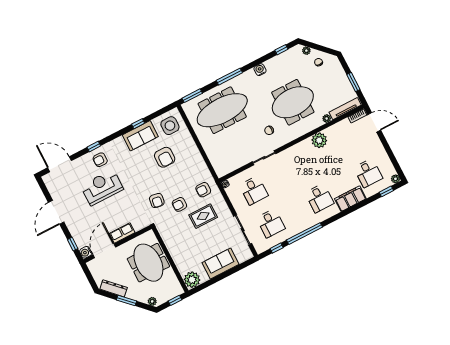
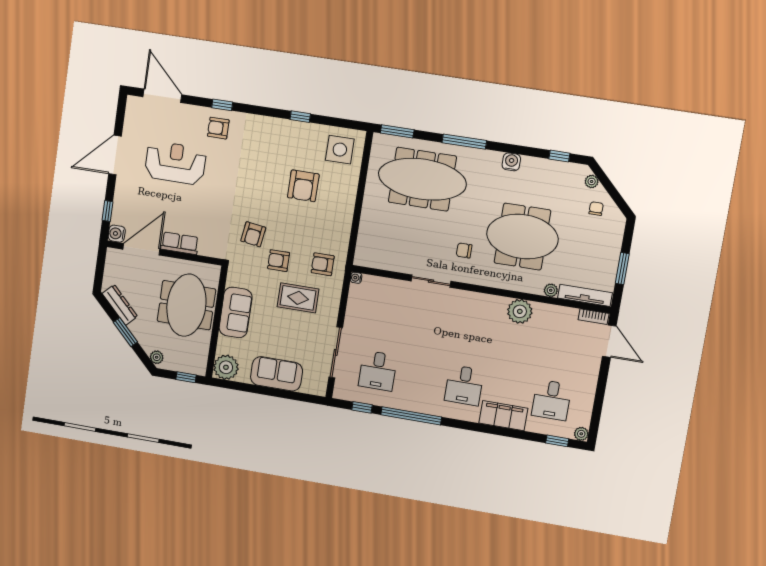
sofa: (140, 136) -> (236, 312), moved, turned -90
reception desk: (102, 187) -> (175, 163), moved
desk: (254, 190) -> (387, 313), removed

